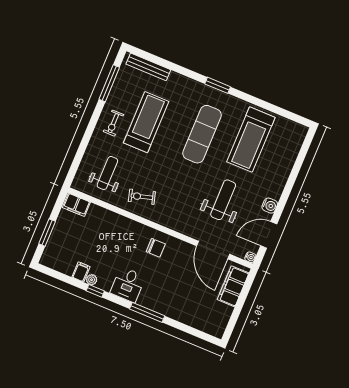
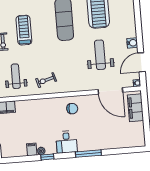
treadmill: (146, 122) -> (24, 30), width x0.73, depth x0.73

